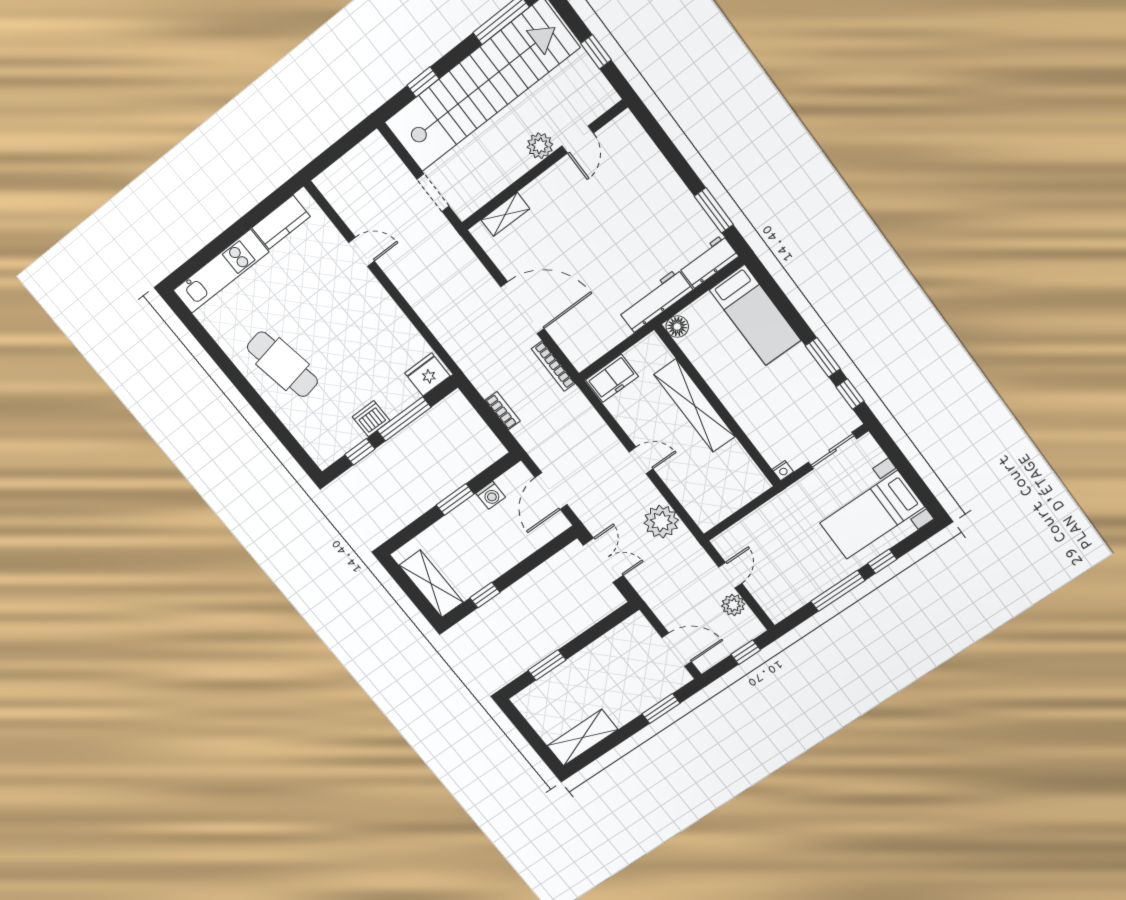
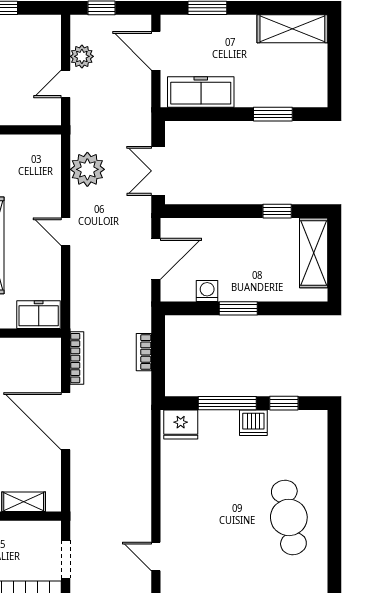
freezer: (617, 643) -> (201, 92), added

